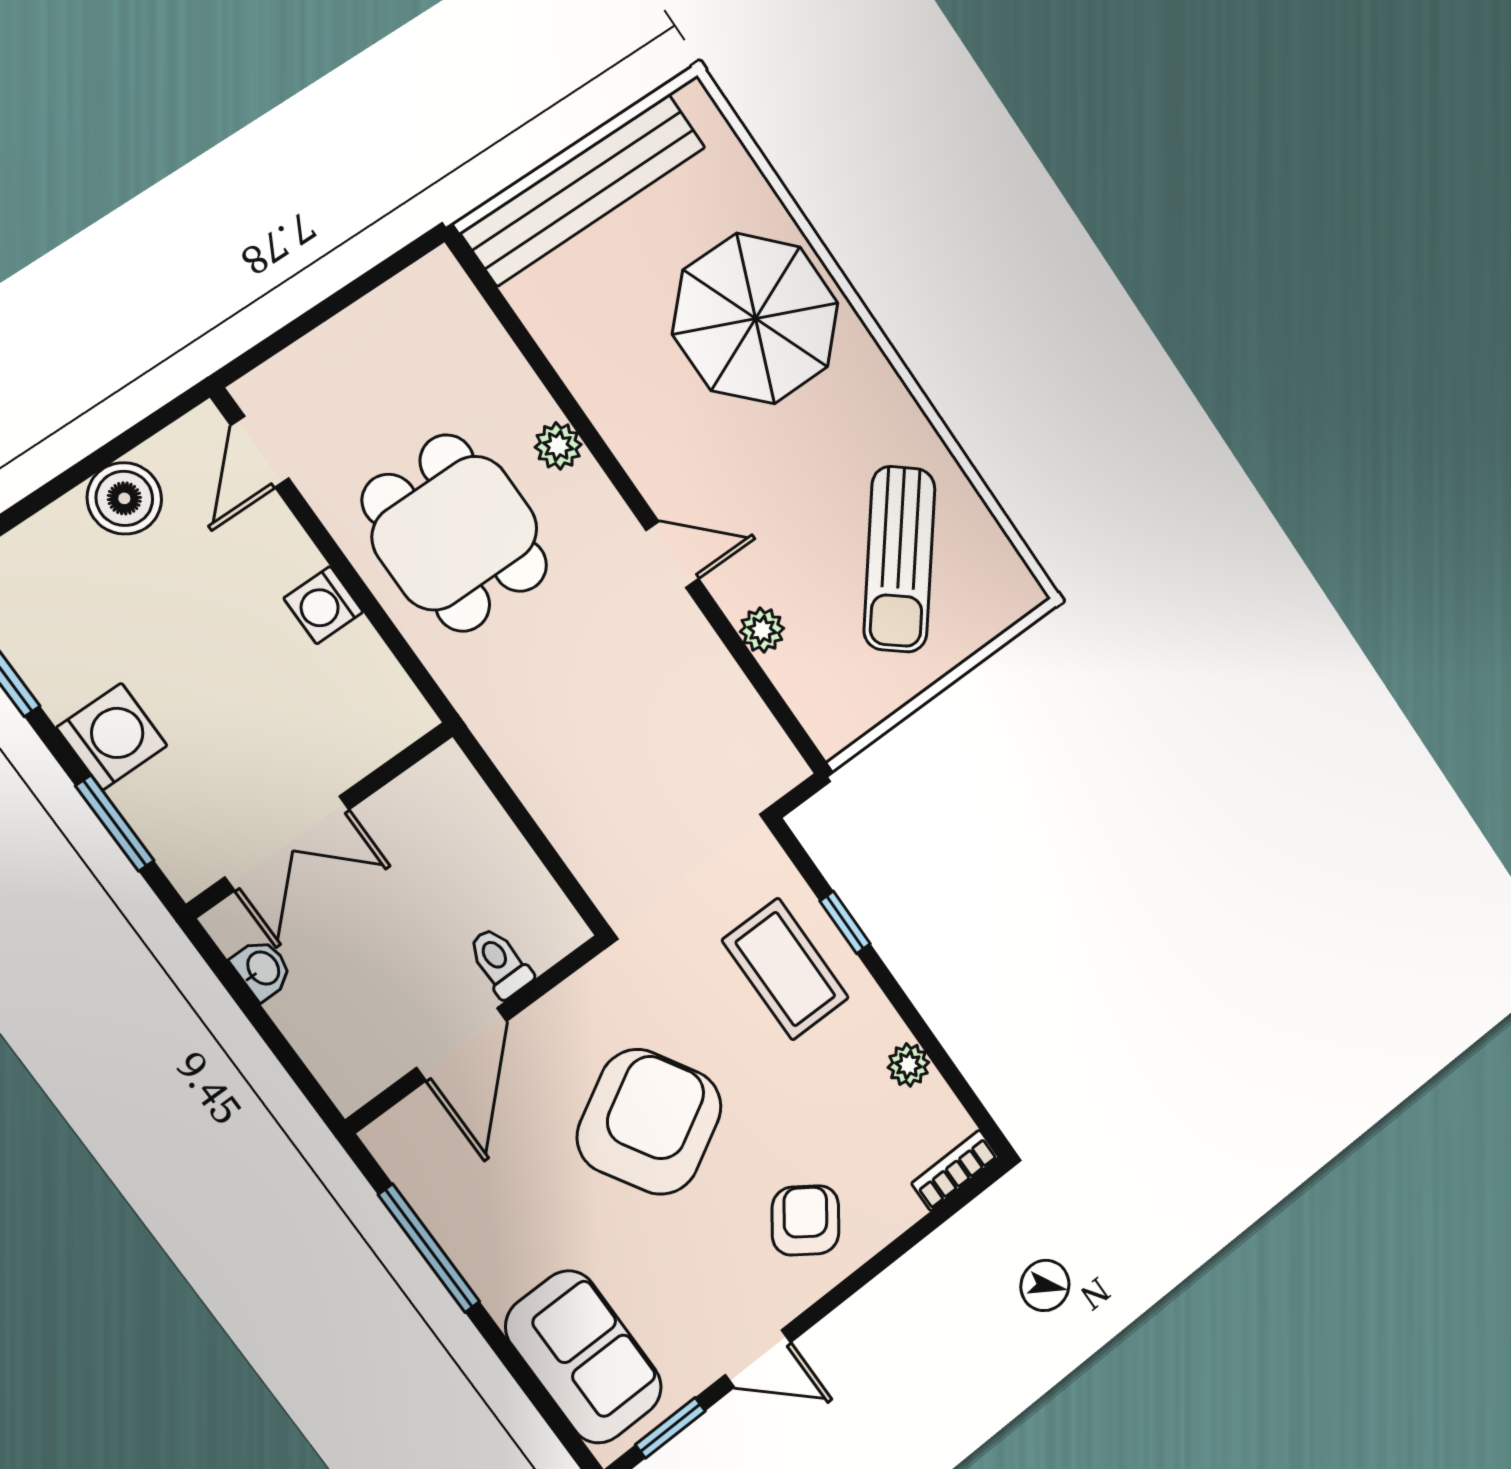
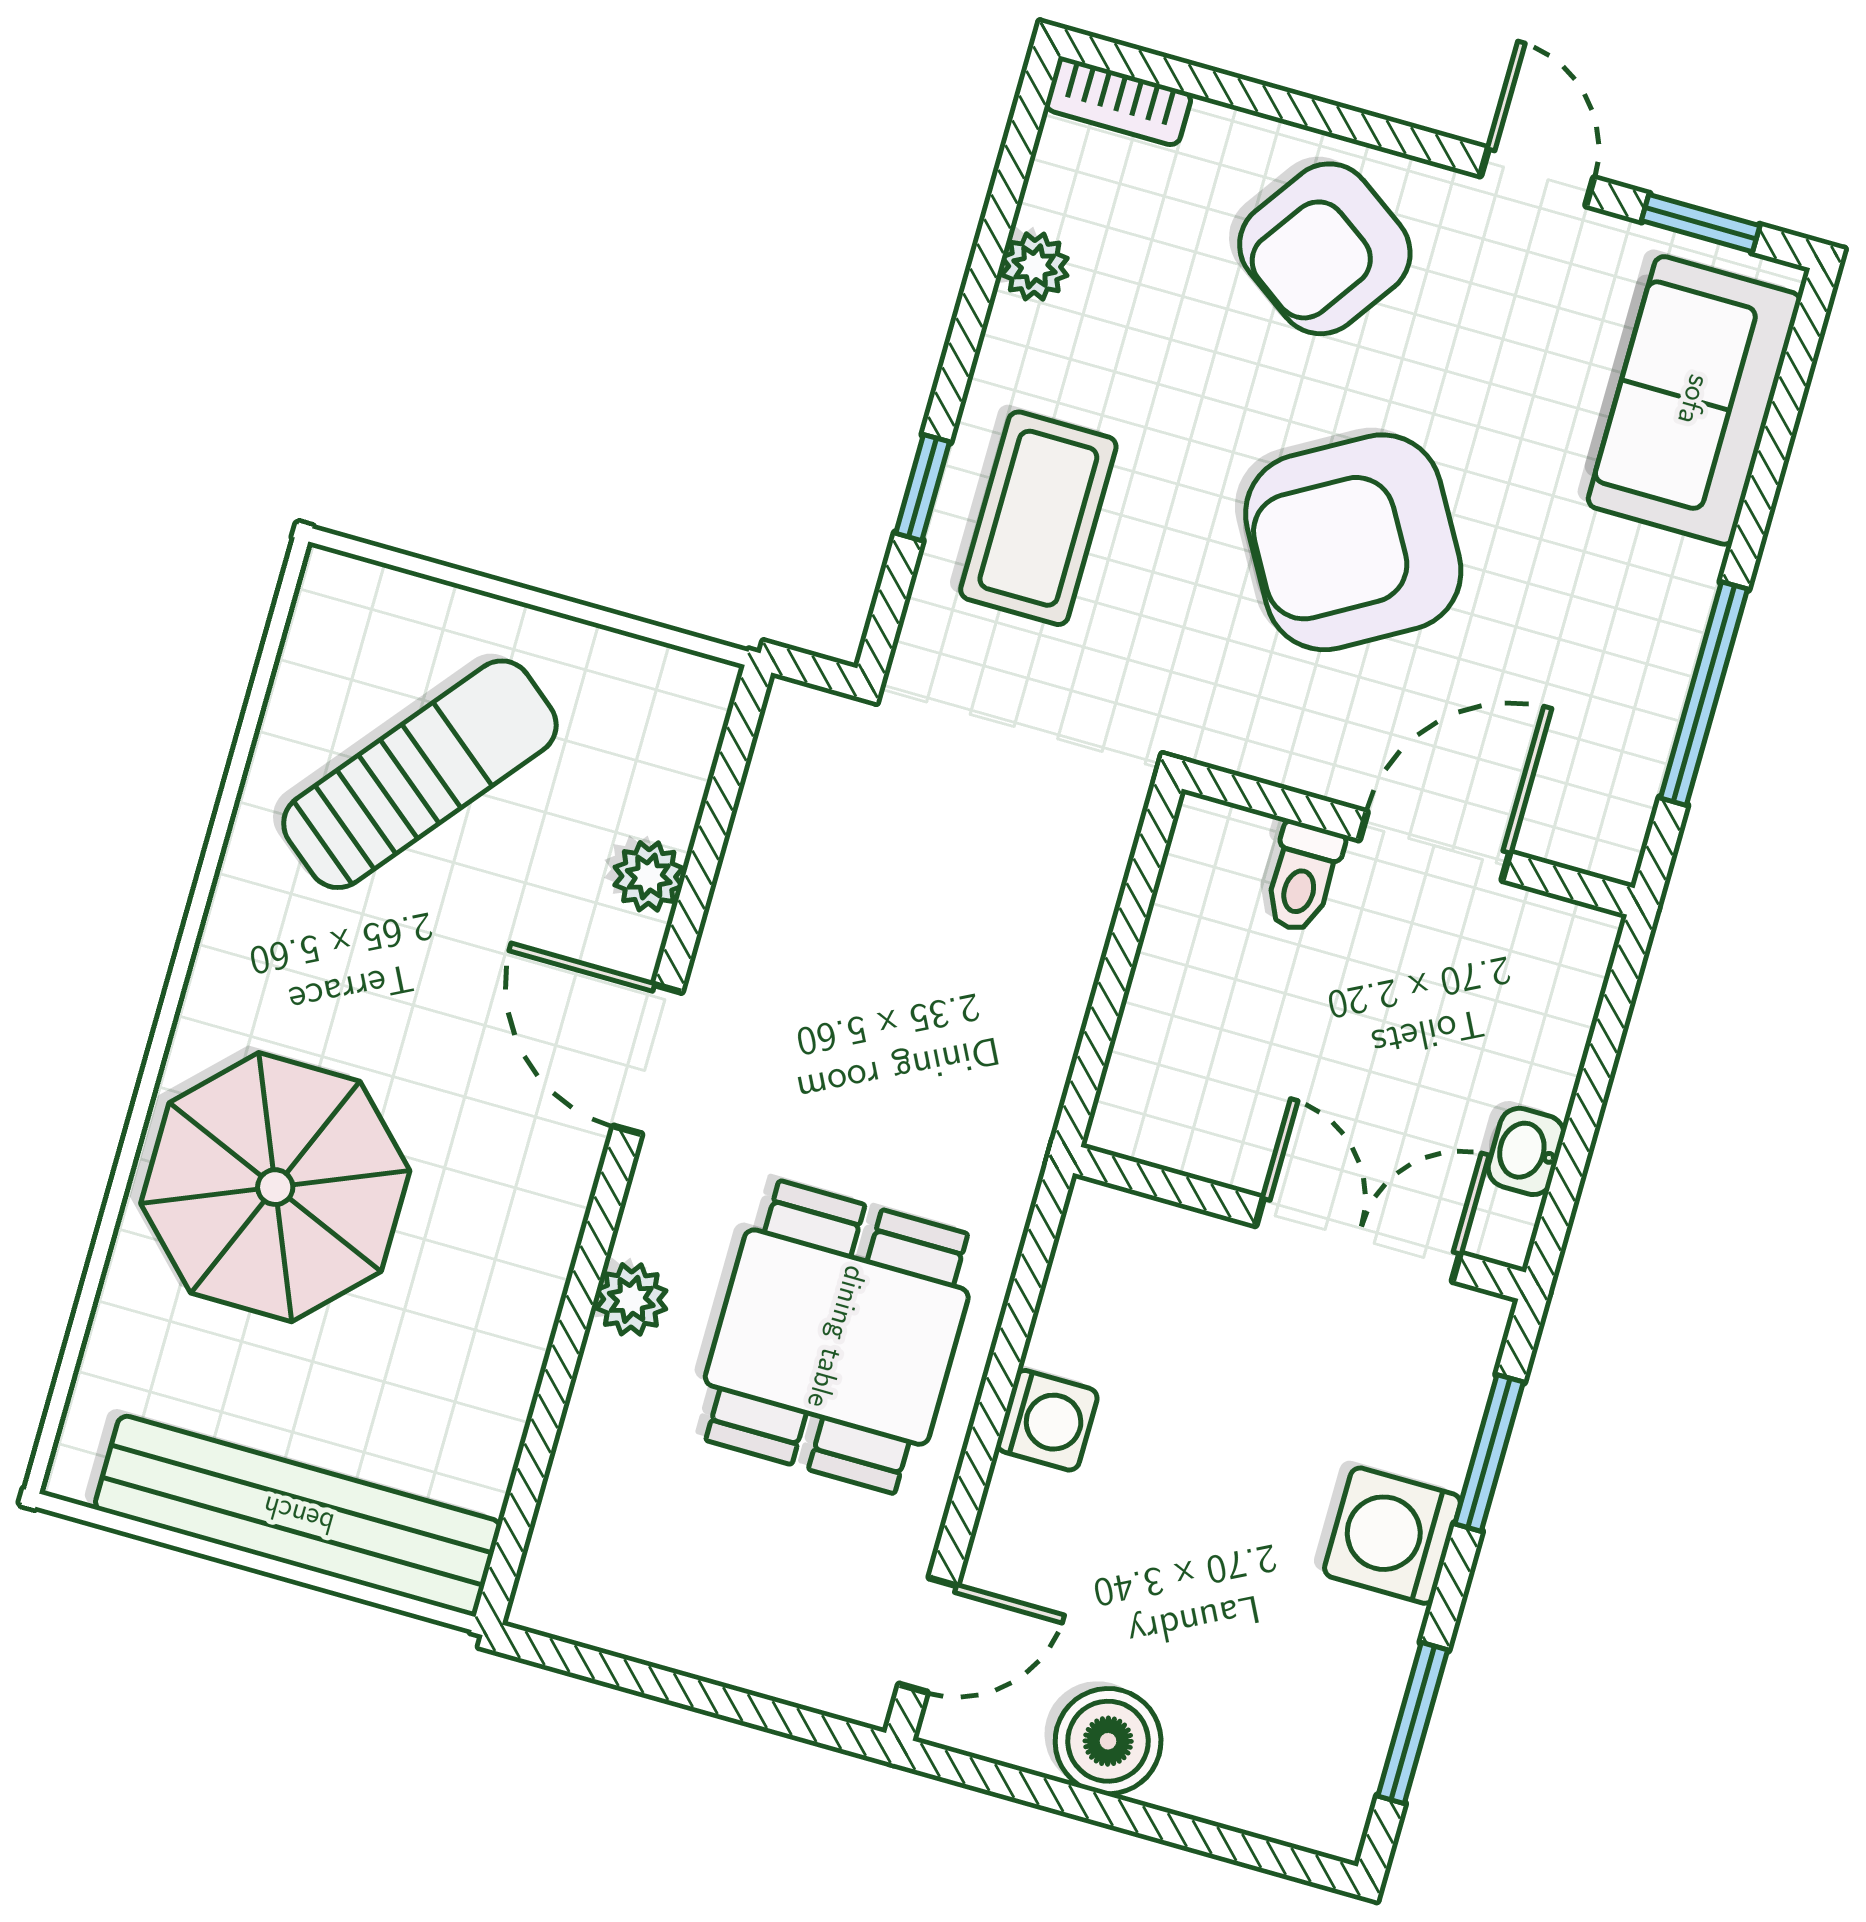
door: (672, 555) -> (648, 1059), width x1.38
armchair: (805, 1220) -> (1325, 249), width x1.38, depth x1.38

